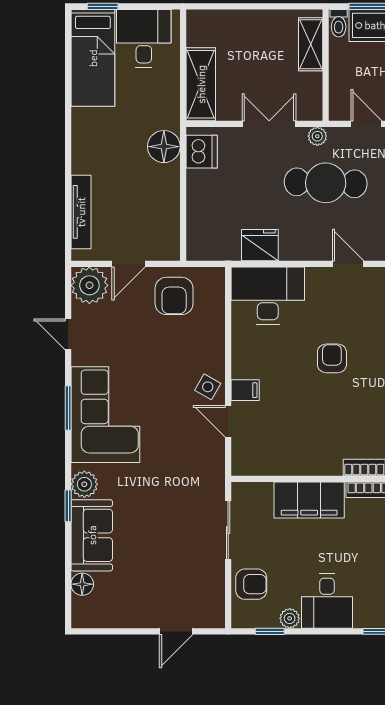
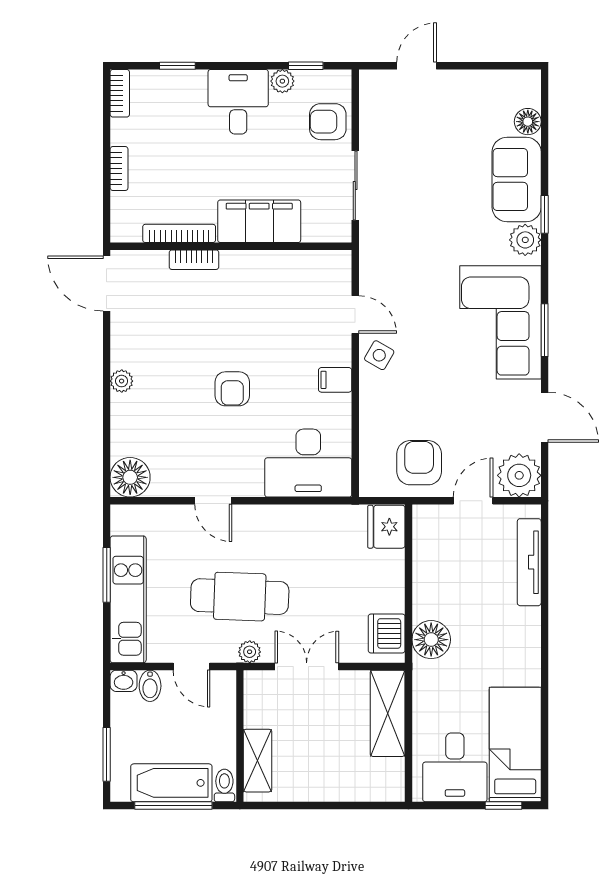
double door: (269, 124) -> (307, 666), swing flipped
fridge: (260, 245) -> (386, 527), moved, turned 90
door: (68, 334) -> (545, 417), width x1.38
filing cabinet: (245, 390) -> (335, 380), moved

